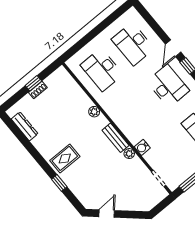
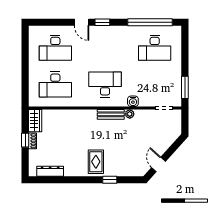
wardrobe: (57, 78) -> (35, 121), added
desk: (168, 86) -> (105, 84), moved
plant: (94, 112) -> (80, 114), removed

